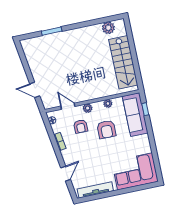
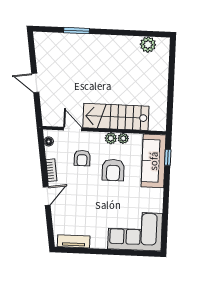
stairs: (123, 62) -> (116, 117), moved, turned 90
door: (35, 90) -> (35, 83), moved
plant: (88, 108) -> (111, 138), moved
door: (66, 174) -> (47, 196), moved
tv unit: (95, 190) -> (74, 241), width x0.71

